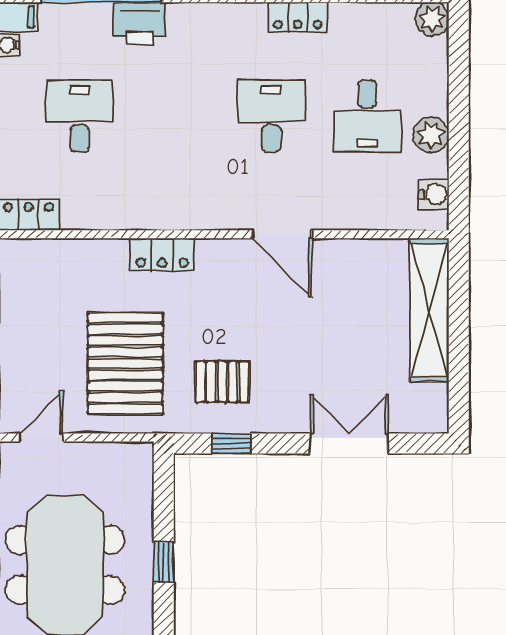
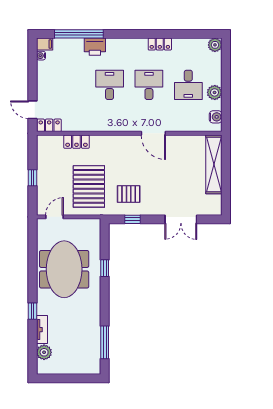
desk: (80, 116) -> (110, 85), moved
locker: (162, 255) -> (77, 142), moved
double door: (349, 443) -> (181, 219), swing flipped

